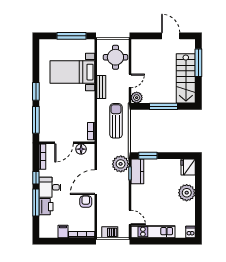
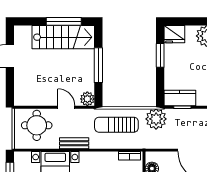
window: (198, 63) -> (64, 21), moved
window: (148, 156) -> (160, 55), moved
plant: (121, 164) -> (156, 119), moved

